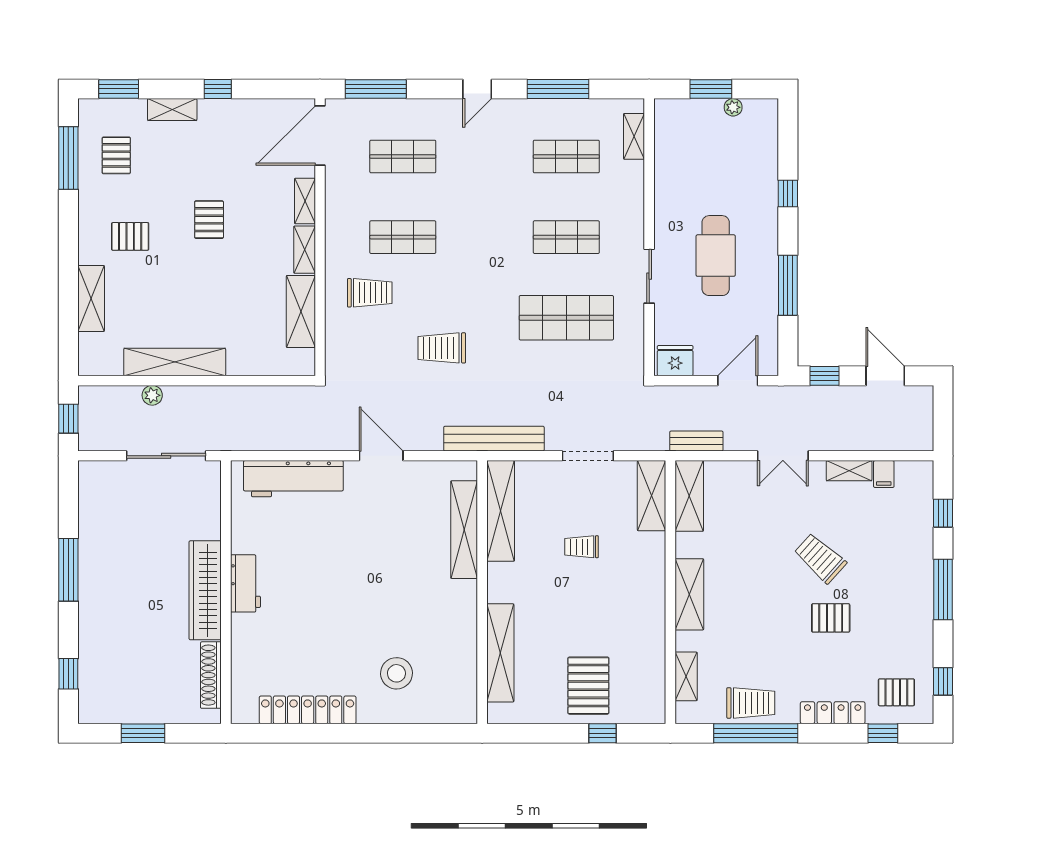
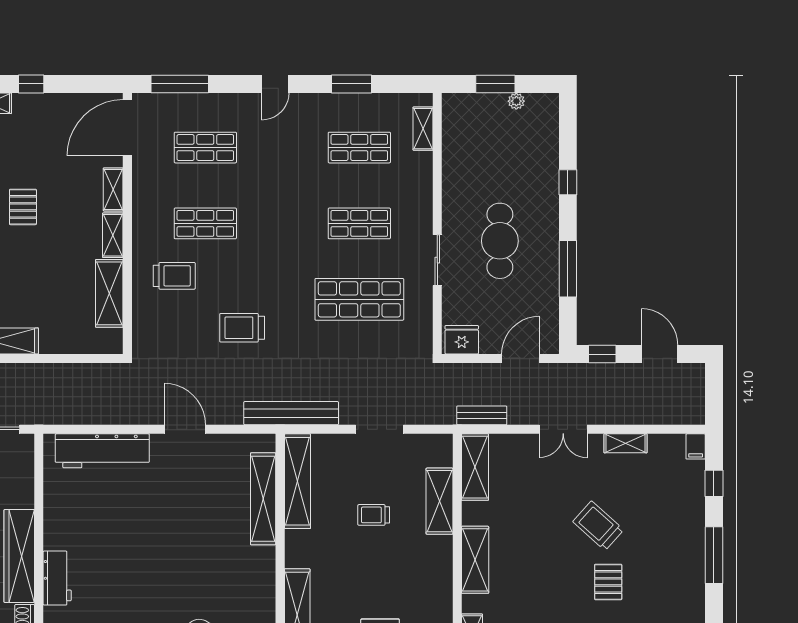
window: (558, 89) -> (351, 84), width x0.69
filing cabinet: (884, 474) -> (696, 446), moved
shelving: (652, 496) -> (440, 501), moved
workbench: (245, 583) -> (57, 578), moved
pallet: (831, 618) -> (608, 582), turned 90

